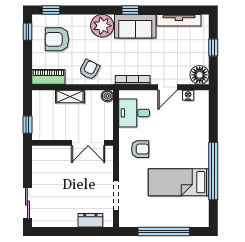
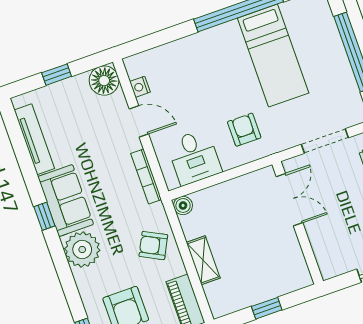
wall: (73, 143) -> (298, 223), moved
double door: (88, 143) -> (289, 200), moved

